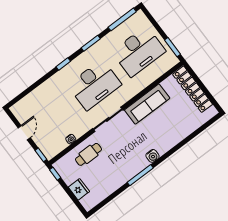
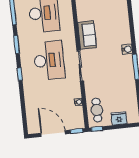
sofa: (147, 104) -> (87, 35), width x0.73
door: (24, 133) -> (53, 134), width x1.88
cafe table: (89, 154) -> (97, 110), moved

